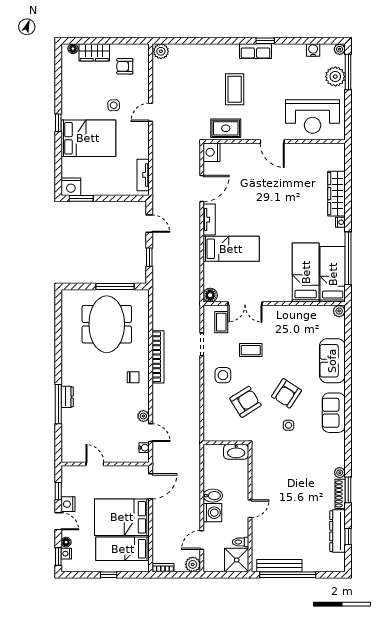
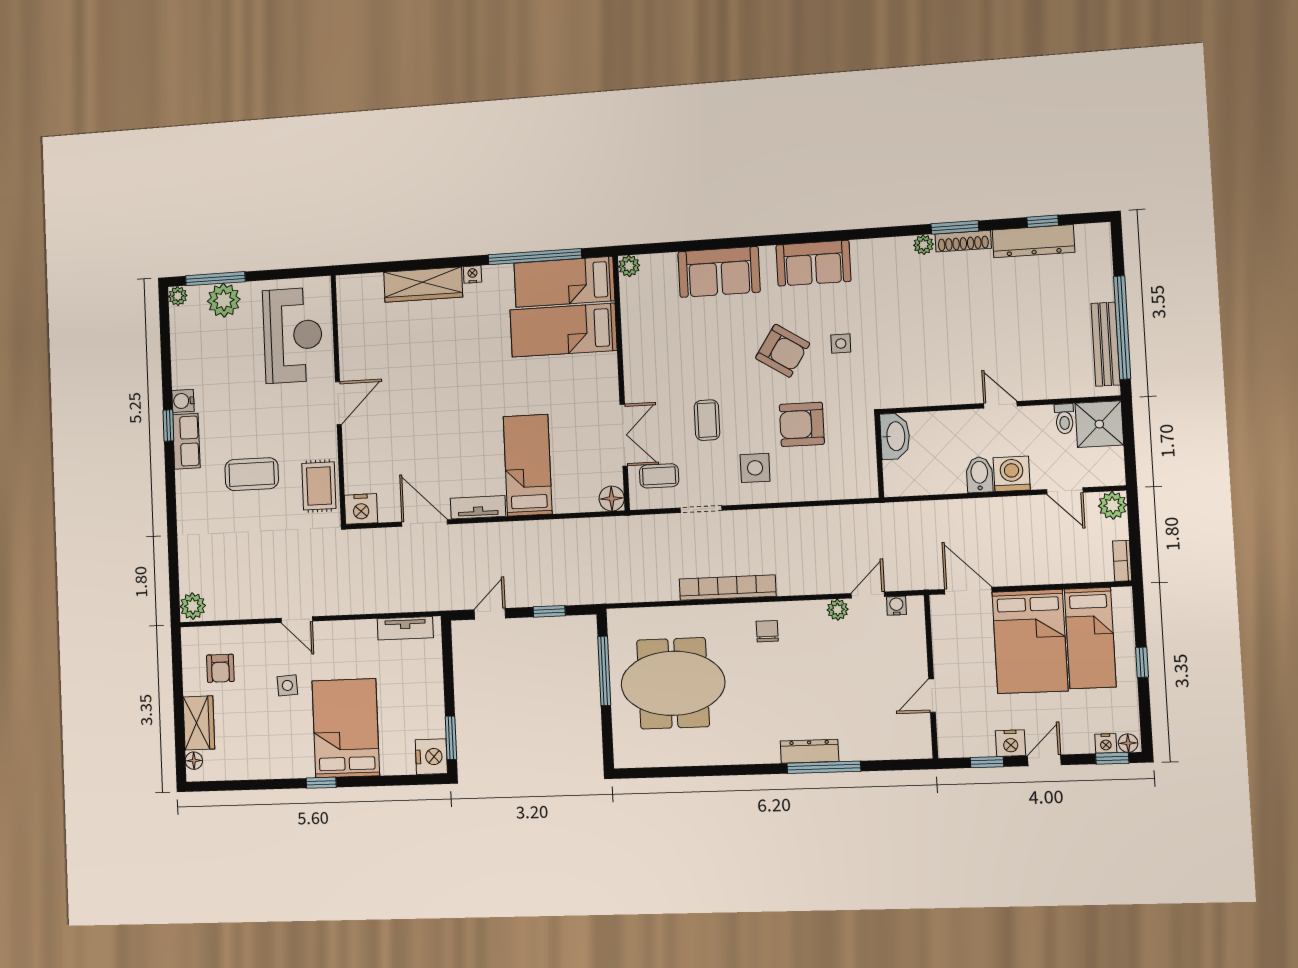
water cooler: (313, 50) -> (183, 401), moved
dresser: (67, 397) -> (810, 751), width x1.44
armchair: (245, 402) -> (802, 424), turned -58
floor lamp: (66, 542) -> (1128, 743), moved

